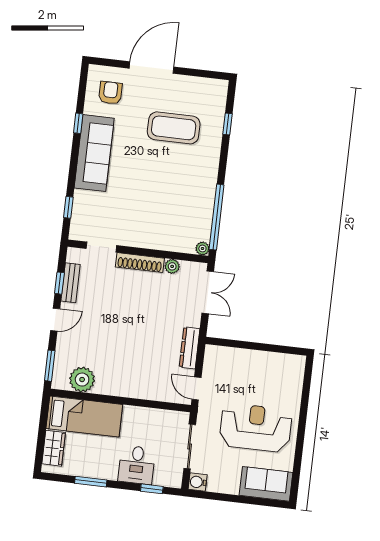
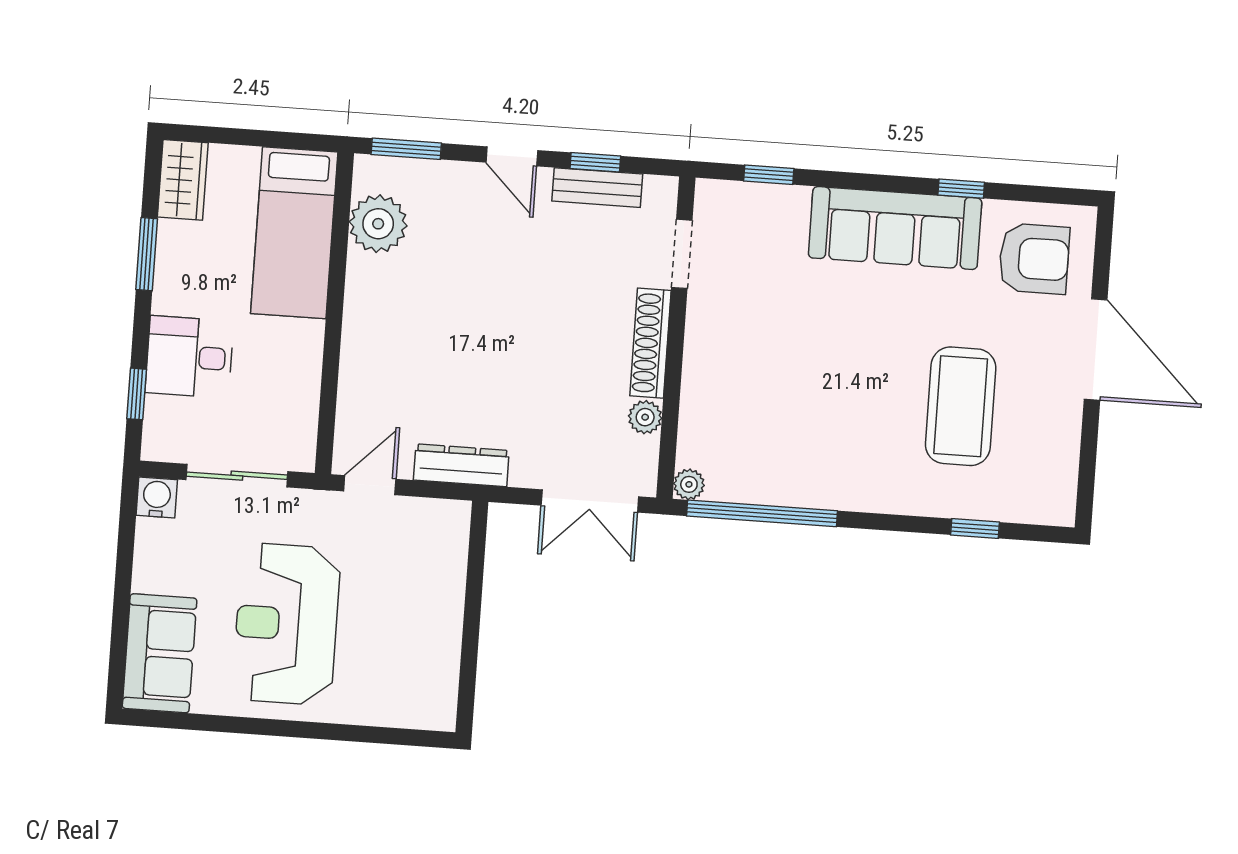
armchair: (110, 93) -> (1034, 259), width x1.38, depth x1.38
reception desk: (256, 428) -> (286, 624), turned 180
wardrobe: (54, 448) -> (183, 180), moved, turned -90

